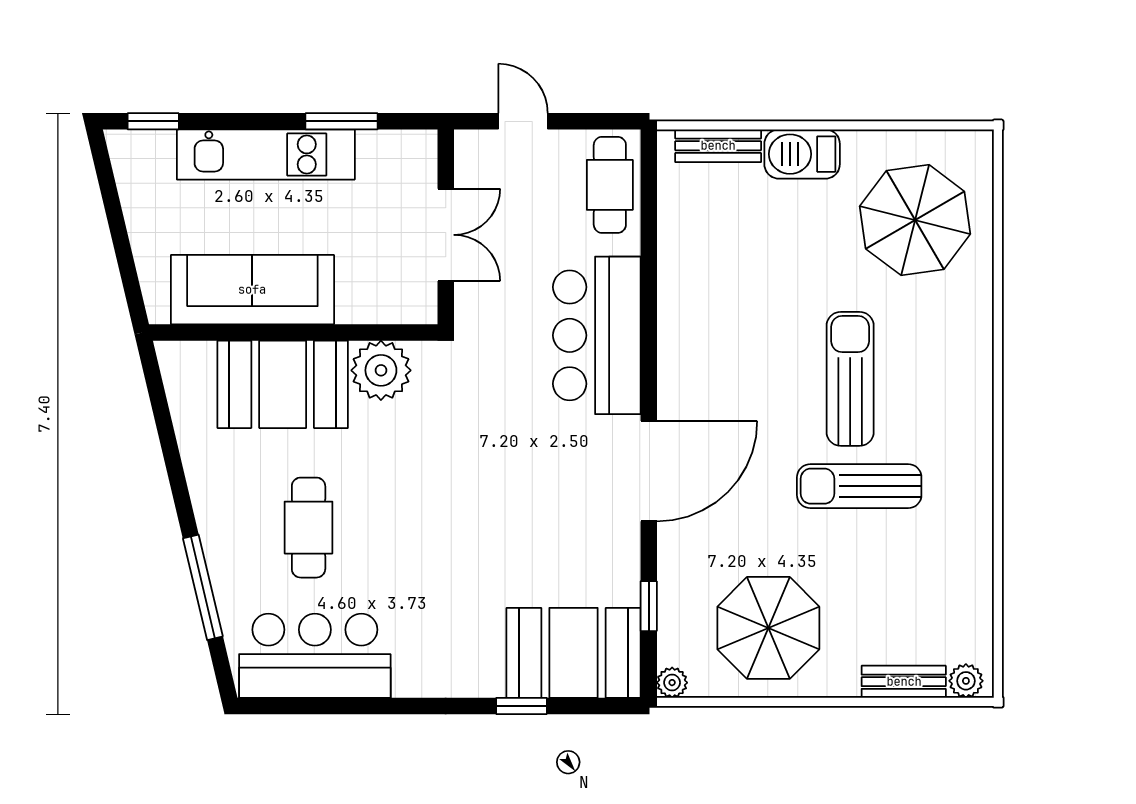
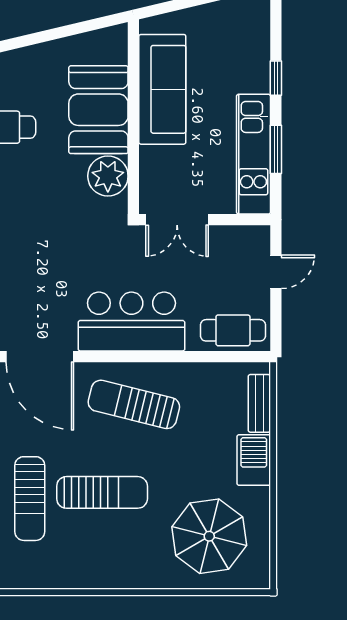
window: (153, 121) -> (276, 78), moved
kitchen unit: (266, 154) -> (253, 154), moved
double door: (446, 235) -> (177, 220), moved
sun lounger: (720, 332) -> (134, 404), added
sun lounger: (859, 486) -> (30, 499), turned 180

